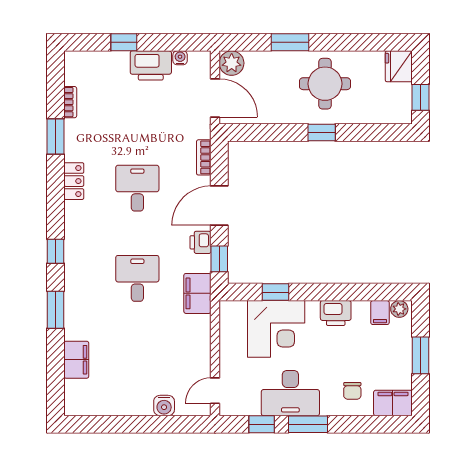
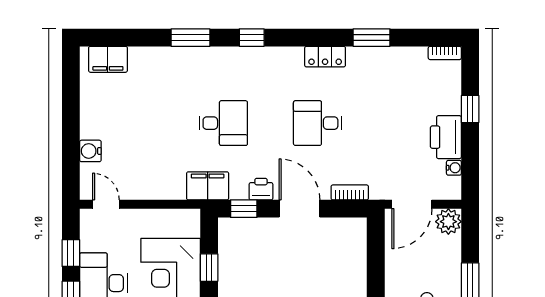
bookcase: (70, 102) -> (445, 53), moved
desk: (137, 188) -> (318, 123), turned 180
filing cabinet: (76, 360) -> (108, 59), moved

